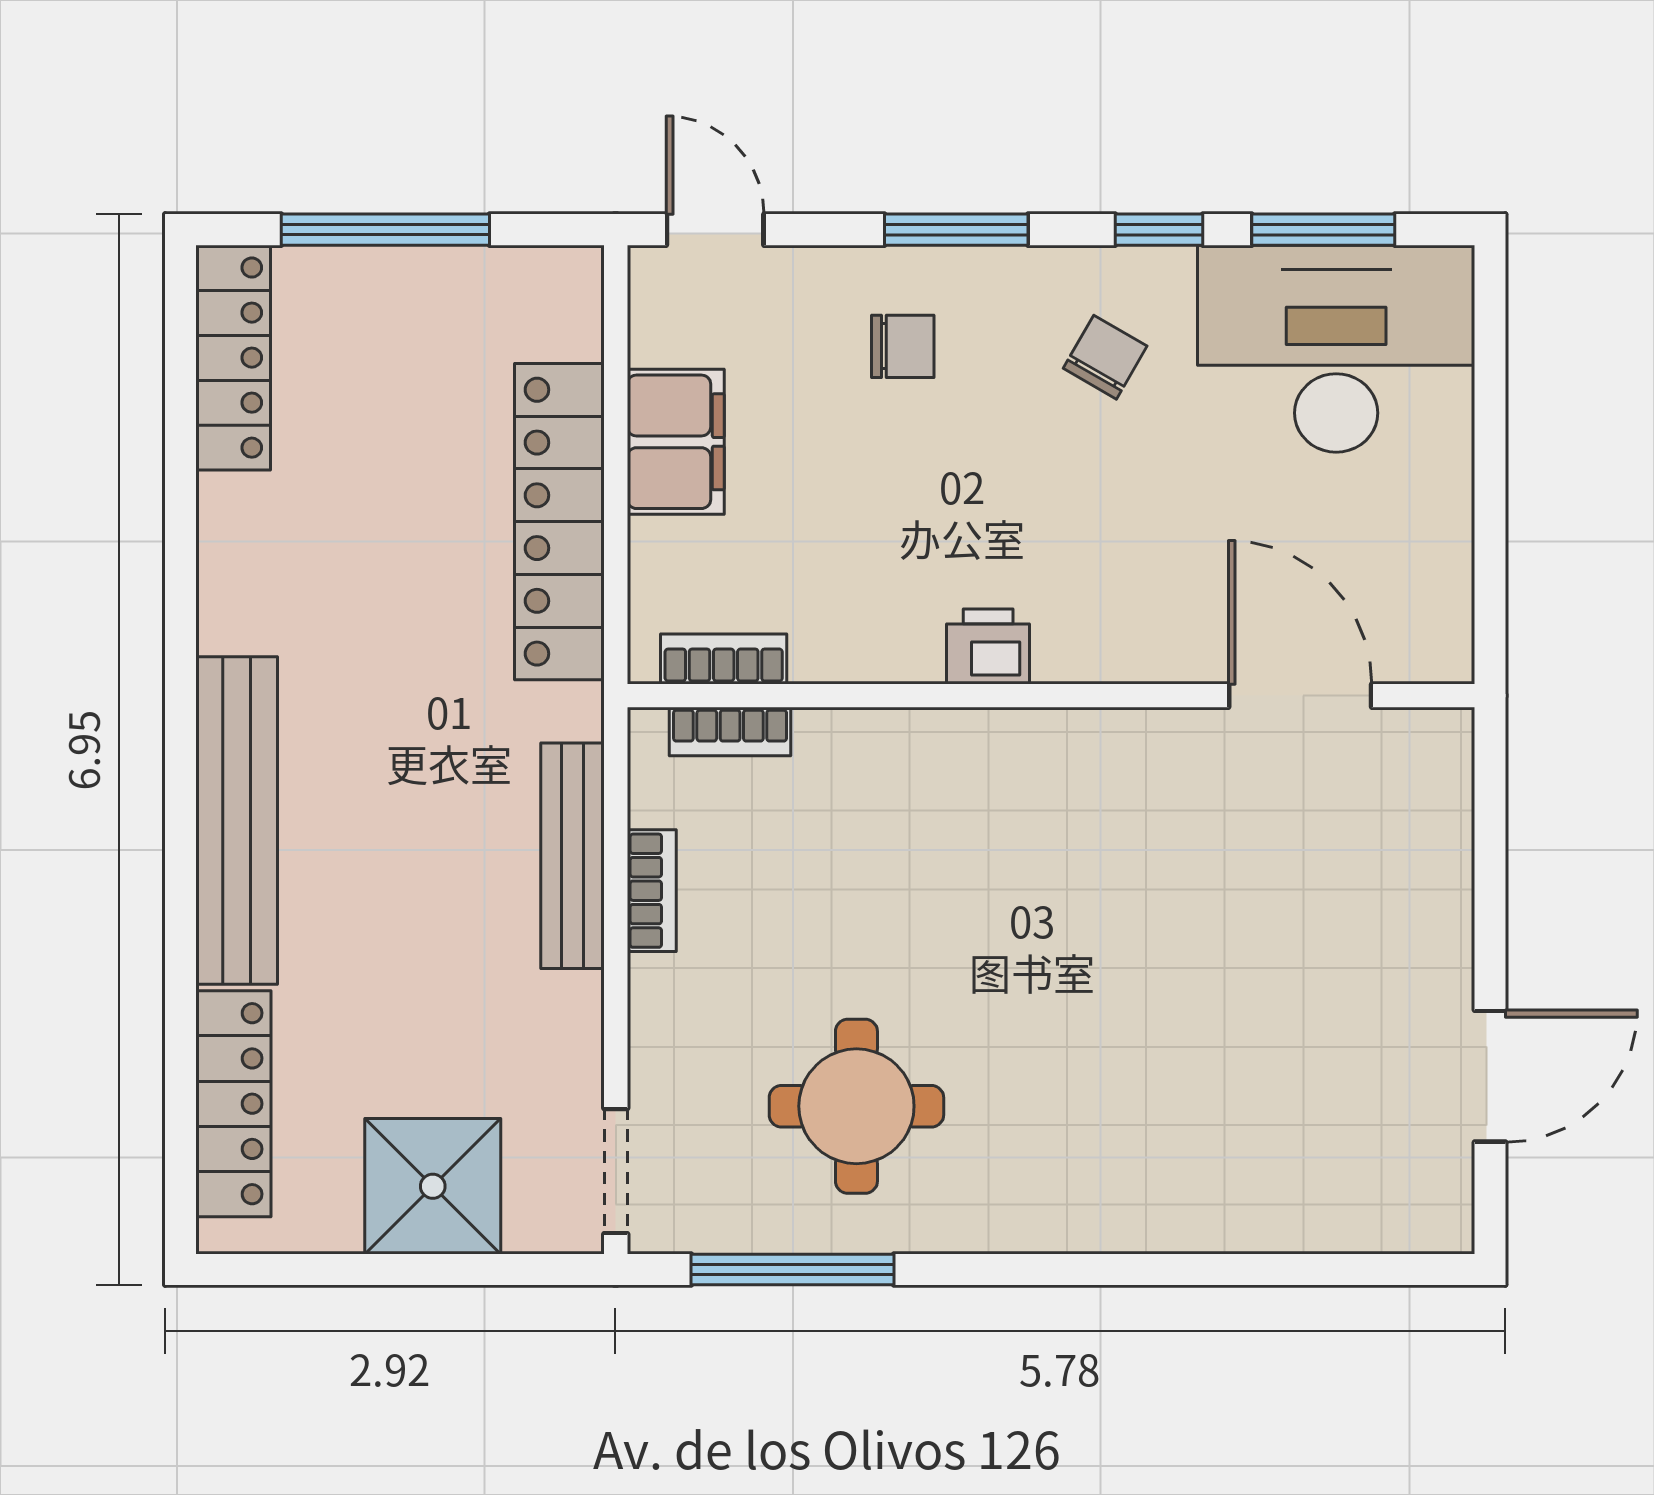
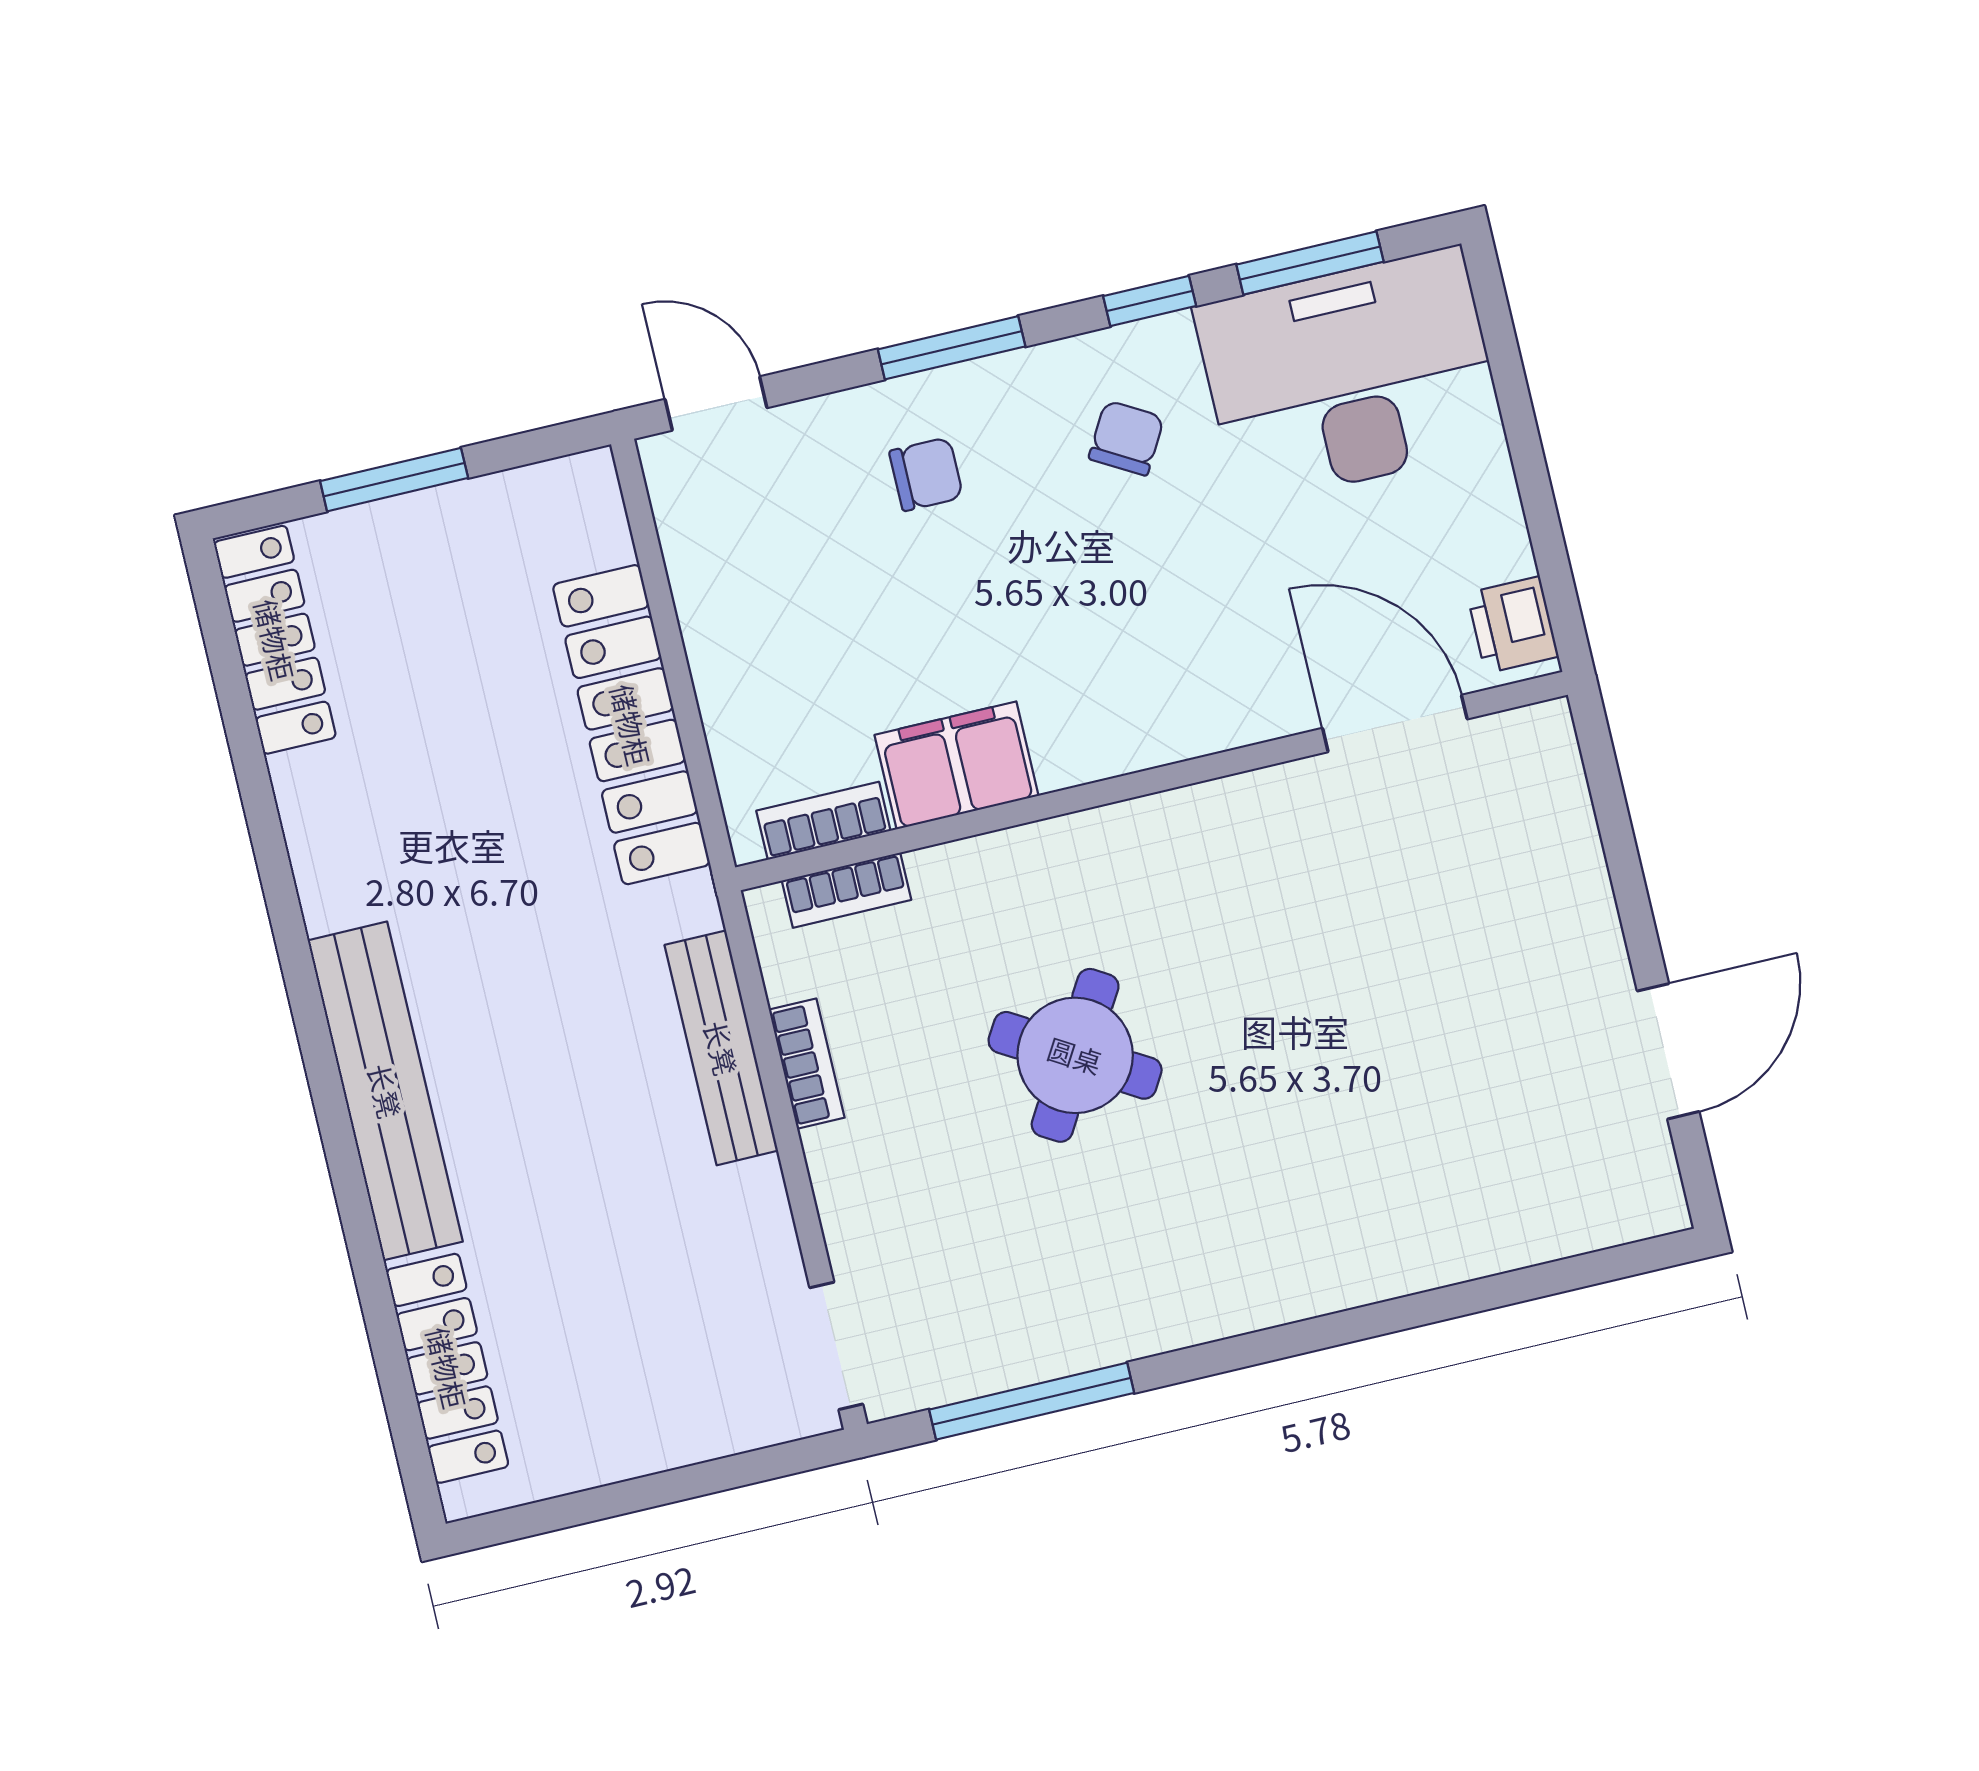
window: (385, 230) -> (394, 480), width x0.69
filing cabinet: (676, 442) -> (957, 765), moved, turned -90
printer: (988, 647) -> (1513, 625), moved, turned -90
round table: (856, 1106) -> (1075, 1055), moved, turned 31
shower: (433, 1186) -> (661, 1403), removed

